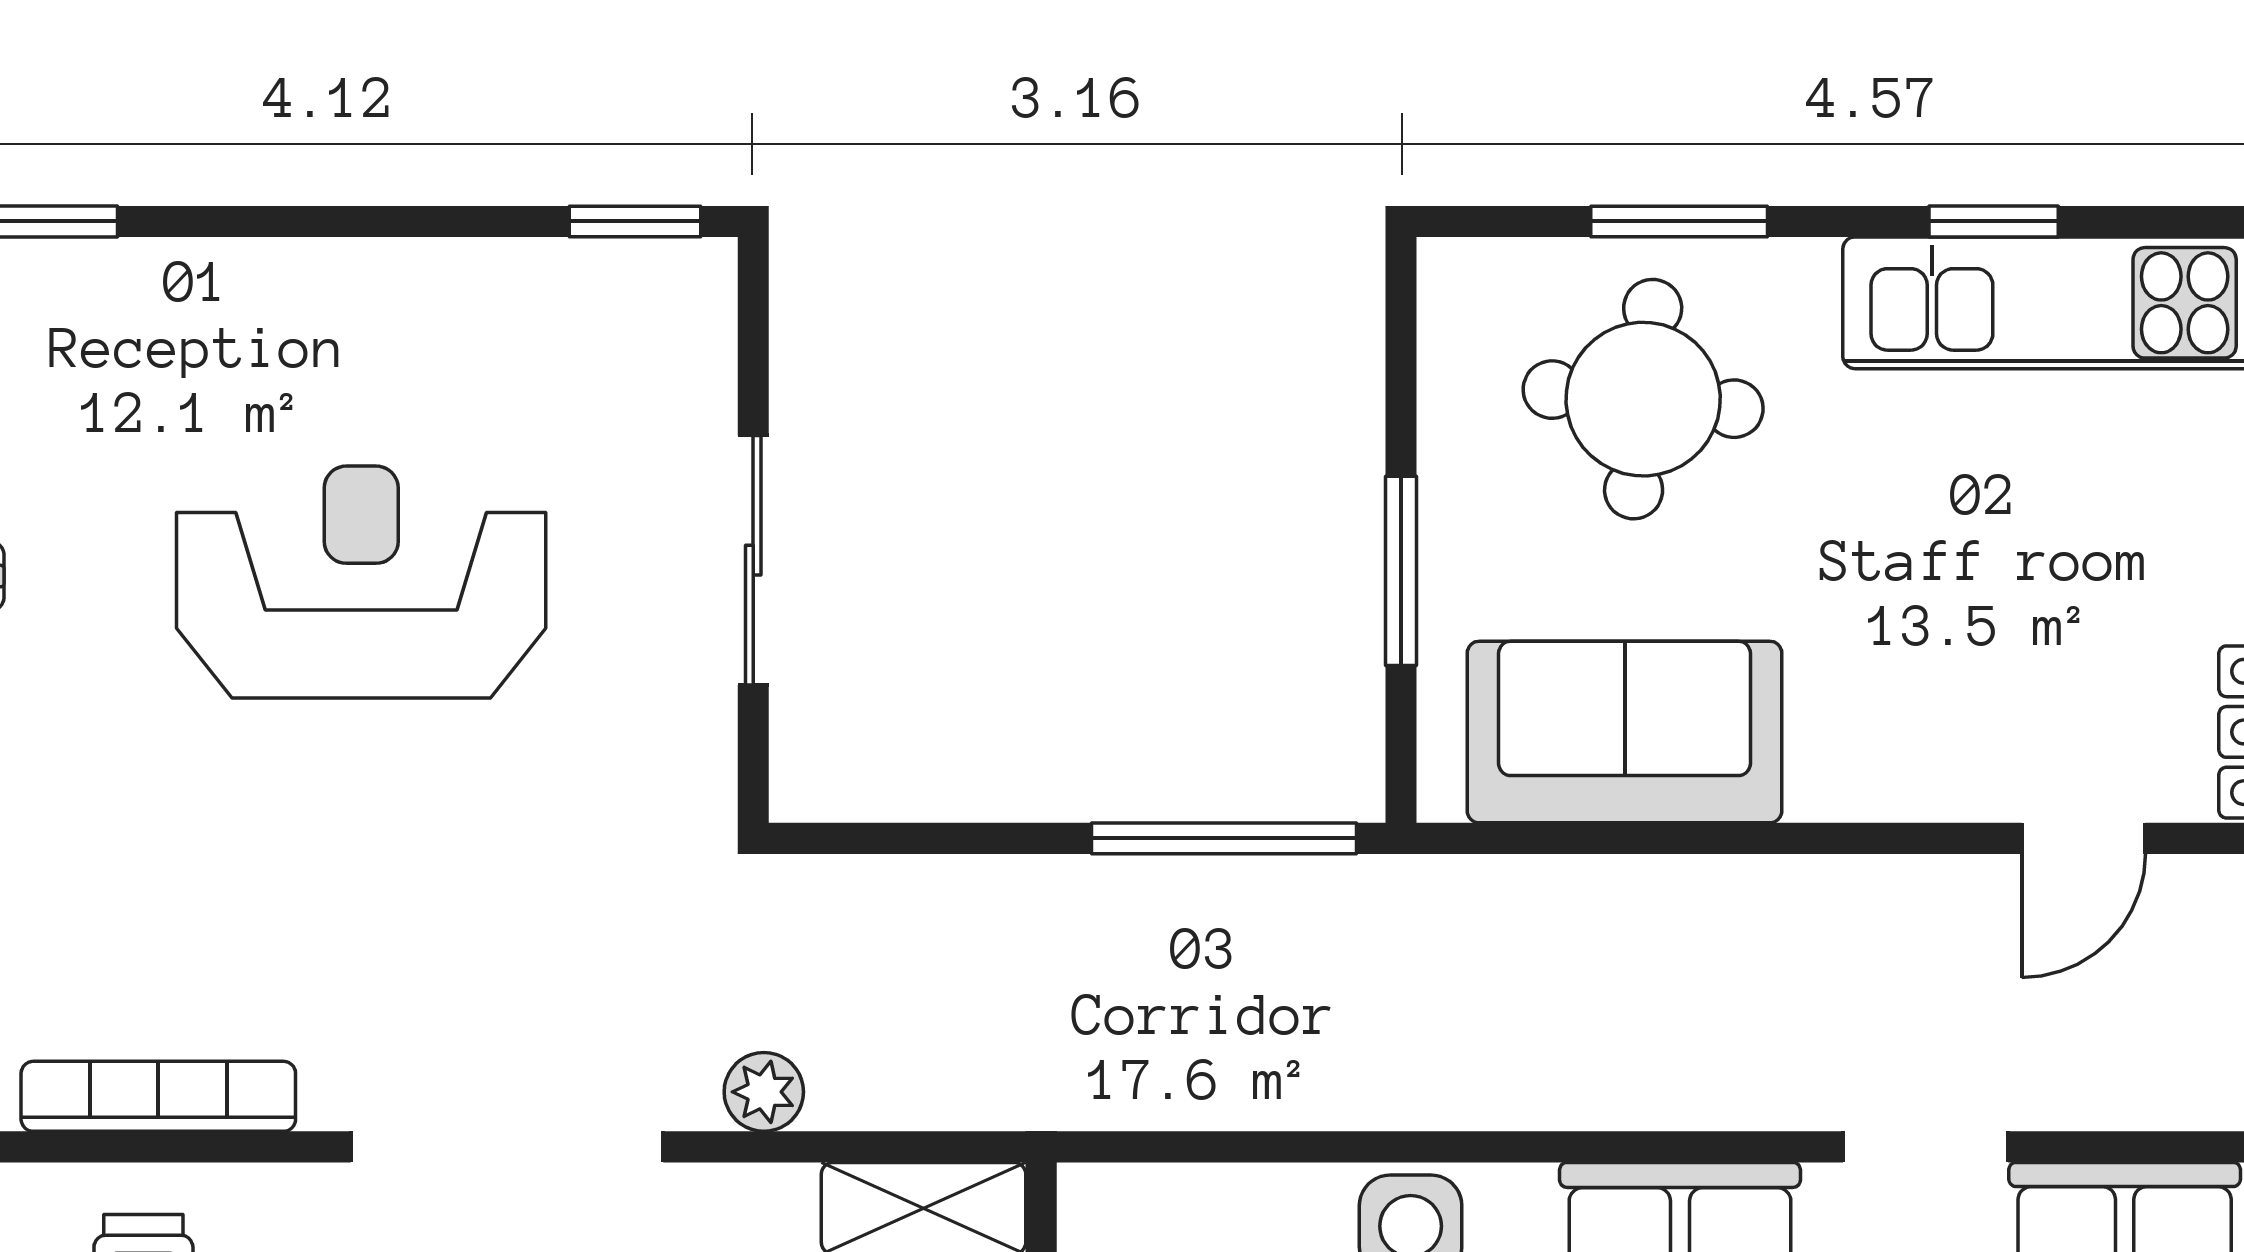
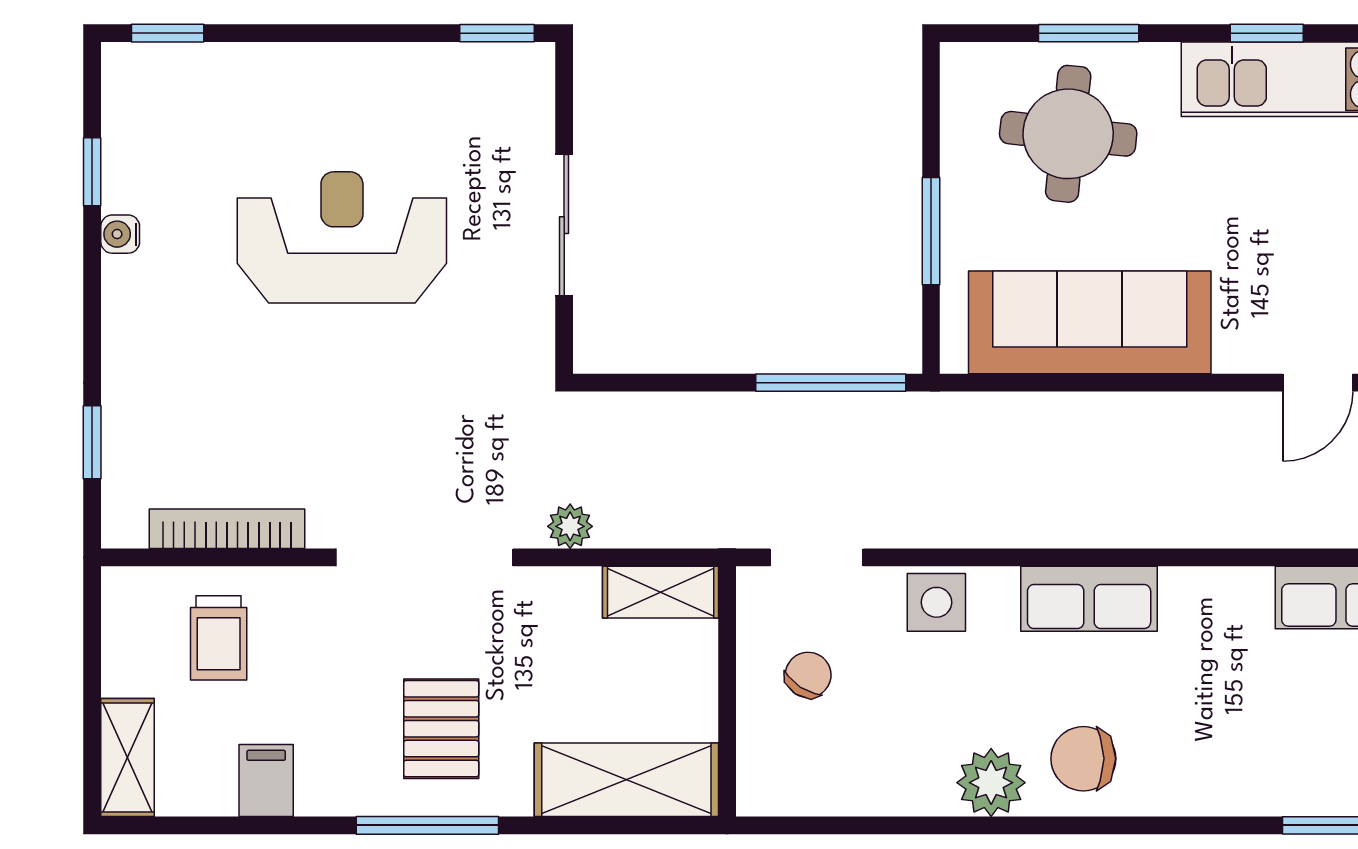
sofa: (1625, 732) -> (1090, 322), width x1.36
doorway: (1925, 1147) -> (817, 557), moved

